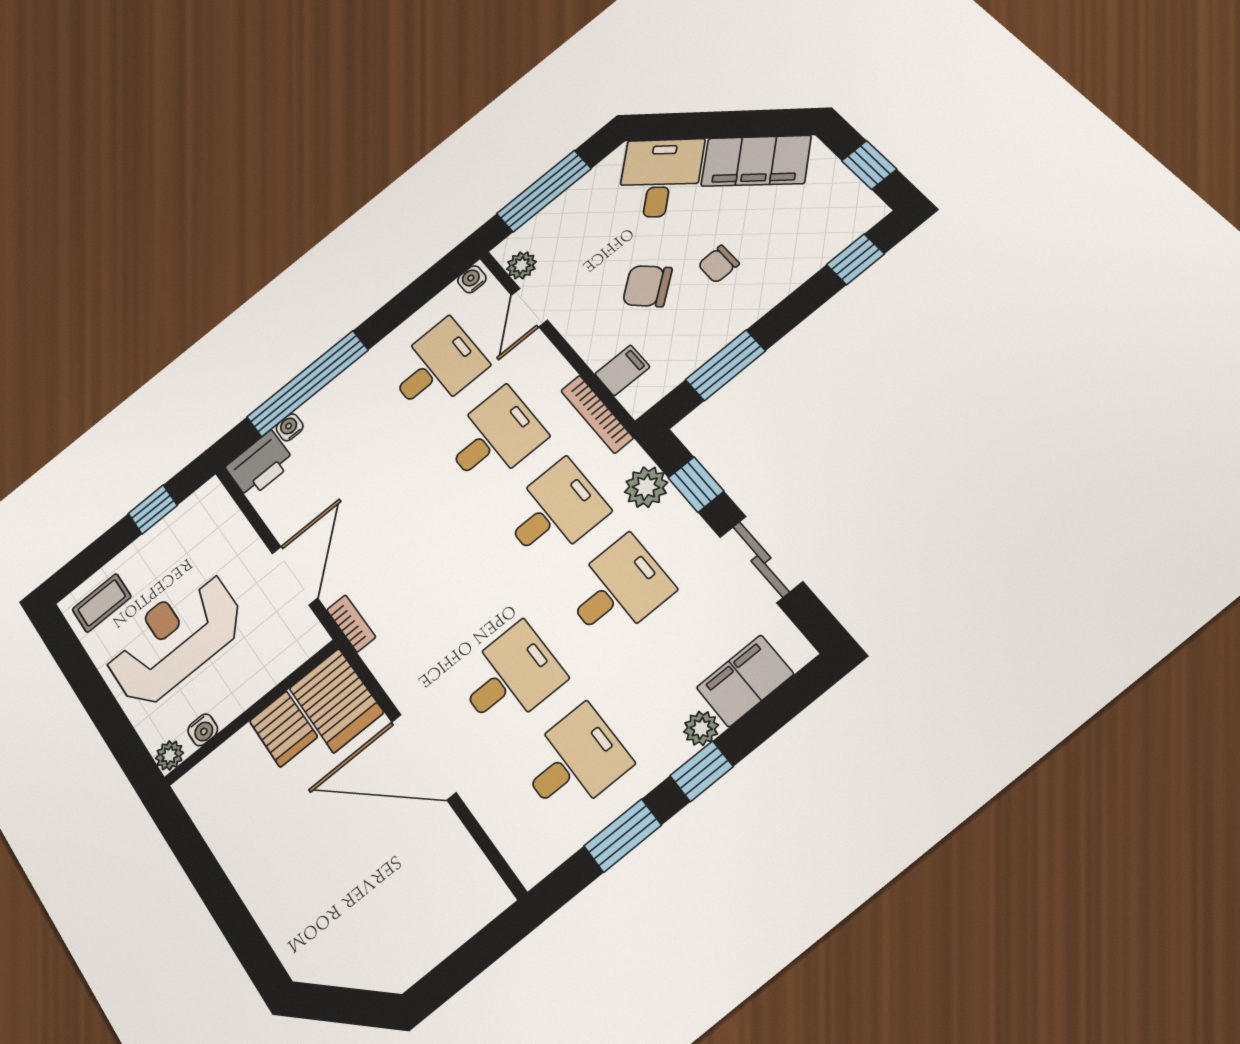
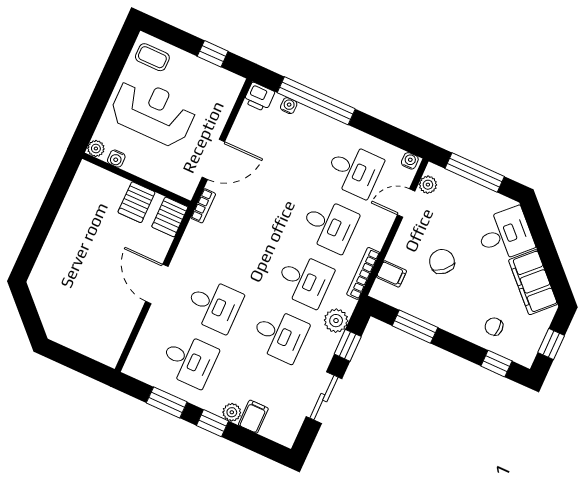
chair: (719, 264) -> (494, 327), moved
printer: (260, 464) -> (259, 97), width x0.73, depth x0.81
filing cabinet: (745, 681) -> (253, 417), width x0.50
server rack: (336, 700) -> (170, 217), width x0.73, depth x0.70
door: (424, 757) -> (157, 284), width x0.73

